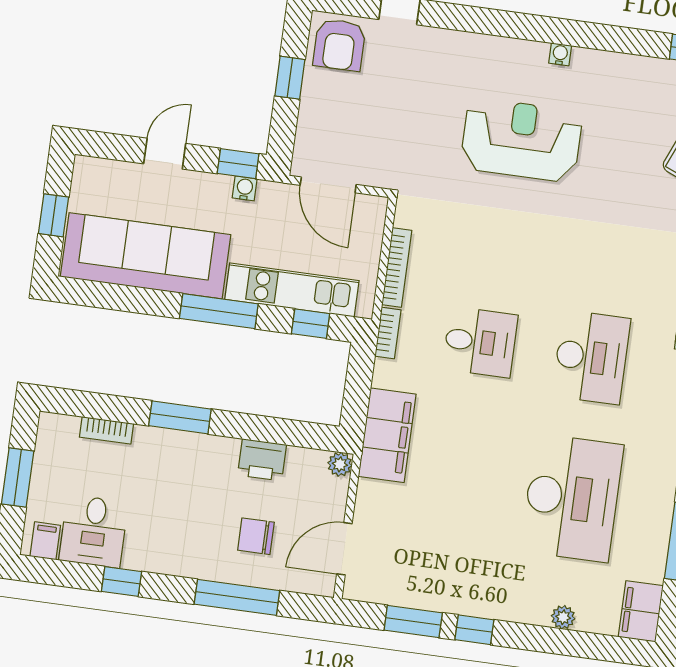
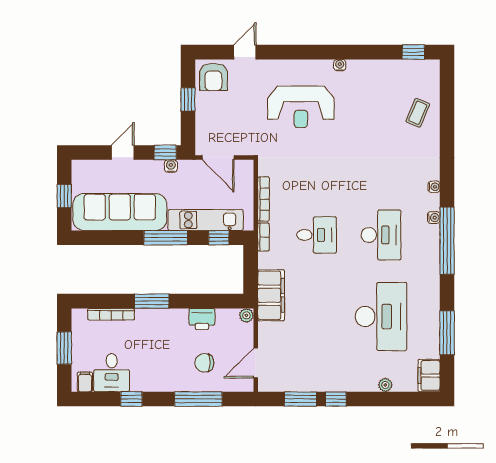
reception desk: (521, 140) -> (301, 107), moved, turned 180
bookcase: (106, 430) -> (111, 314), width x1.56

